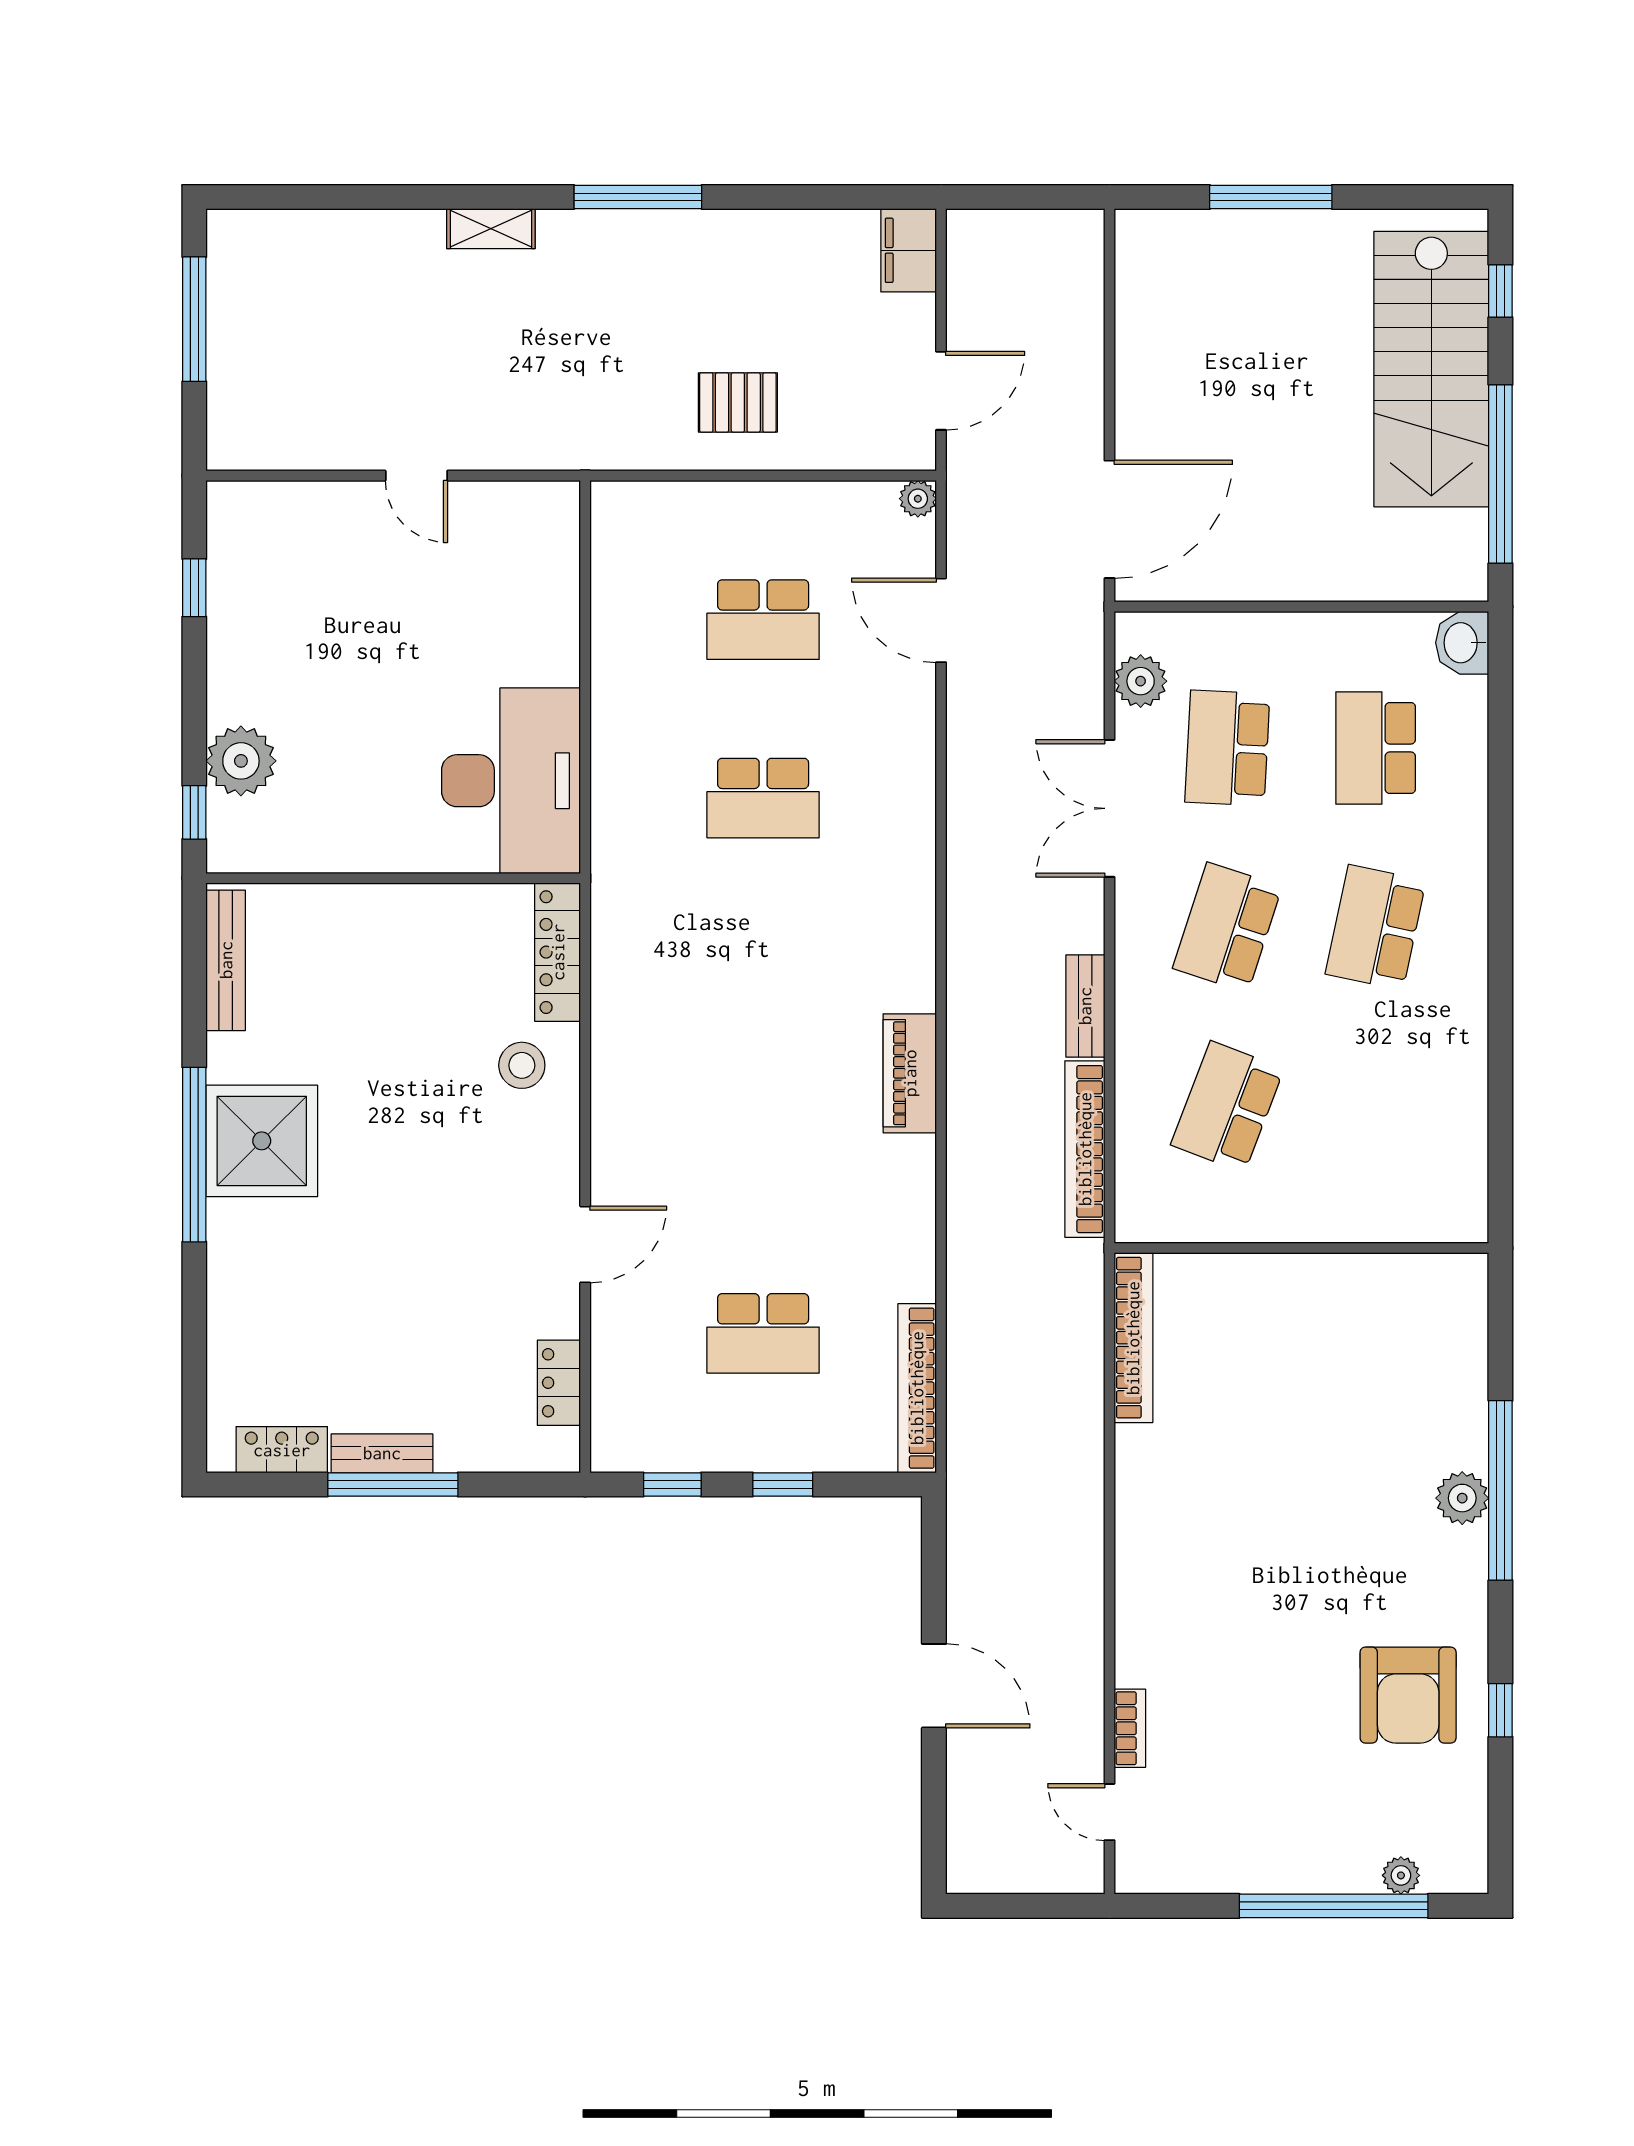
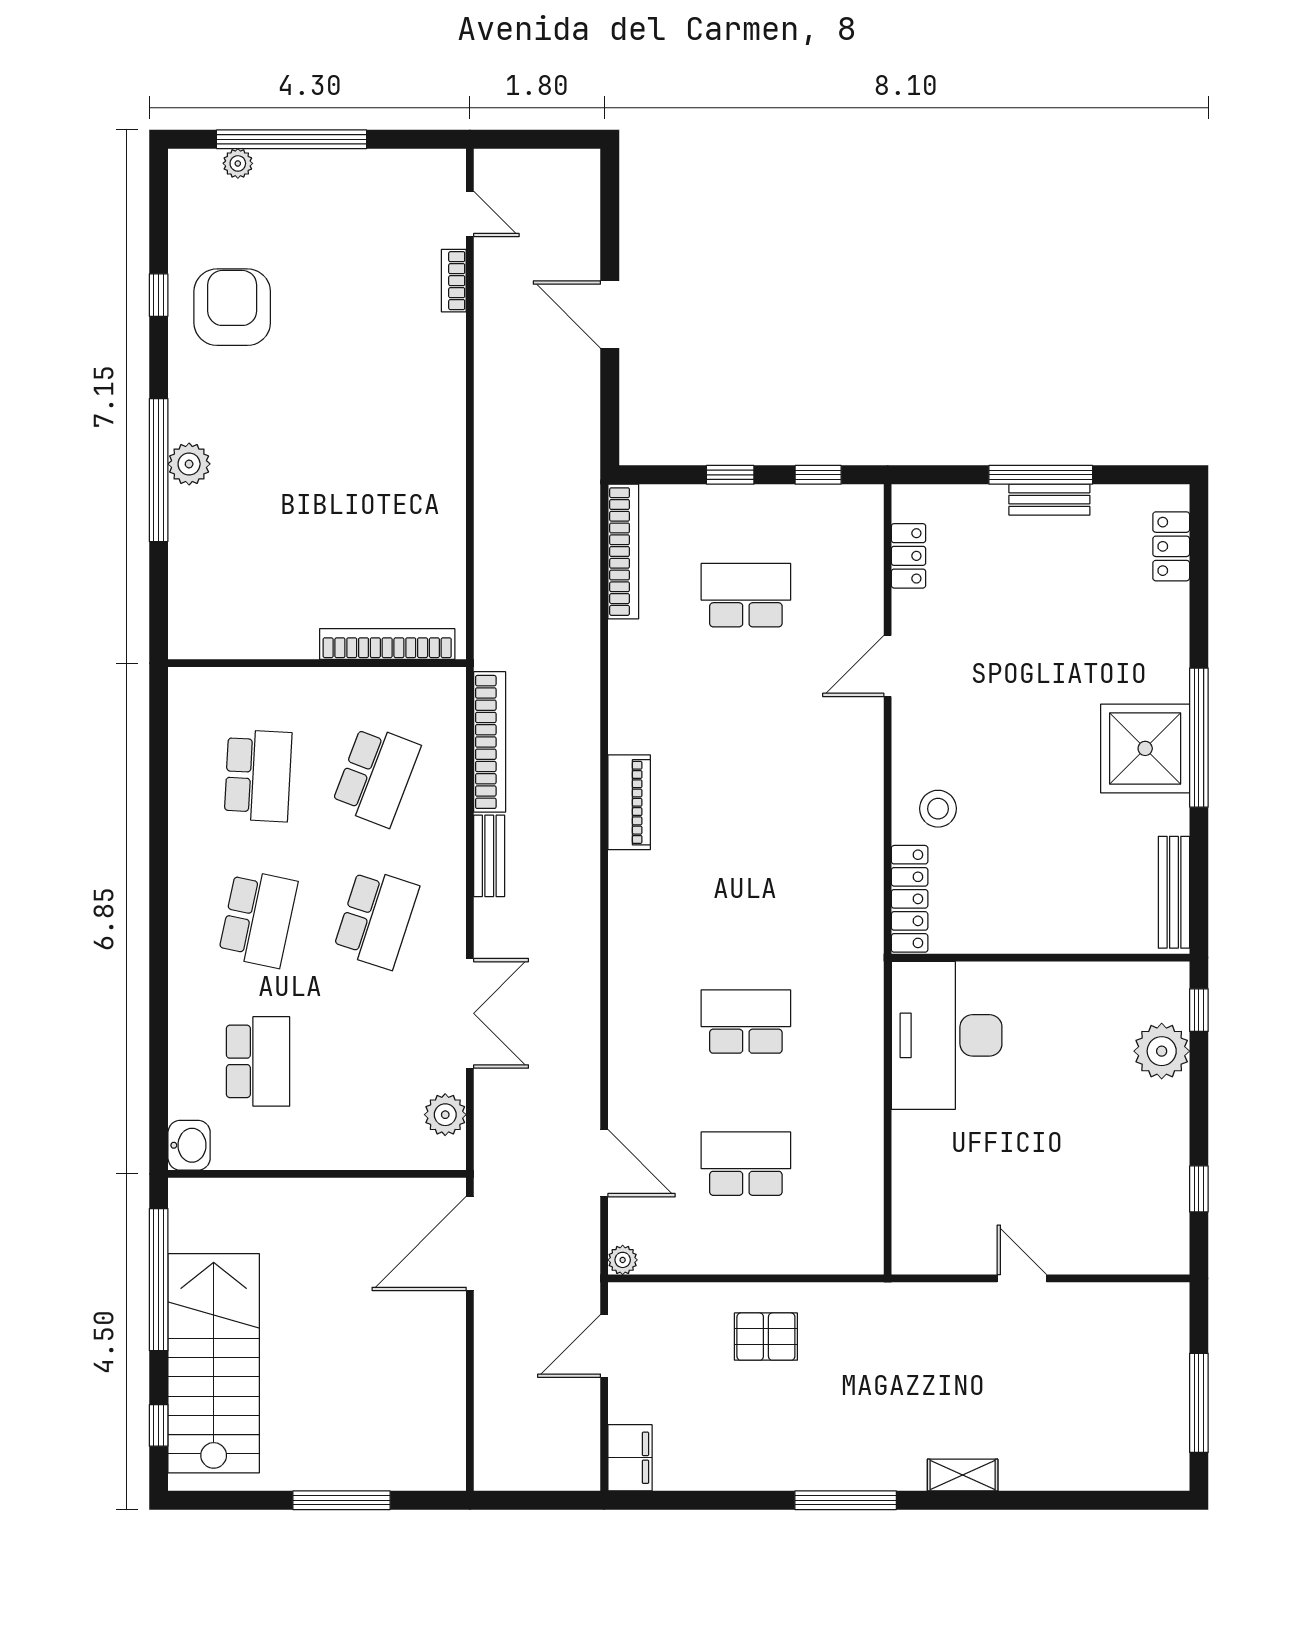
school desk: (1227, 748) -> (258, 776), moved
bookcase: (1133, 1338) -> (387, 644), moved, turned 90
locker: (282, 1450) -> (1171, 546), moved, turned 90

